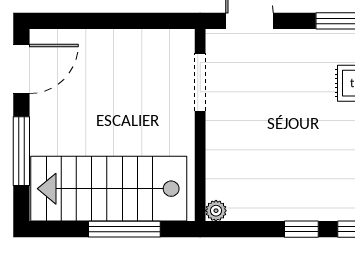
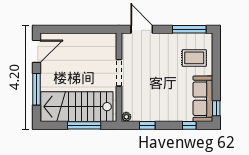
doorway: (200, 82) -> (119, 73), moved
window: (301, 229) -> (147, 125), moved

